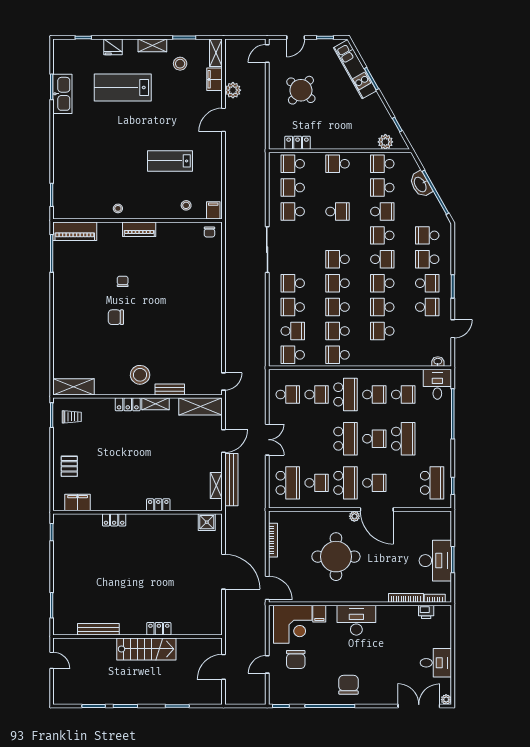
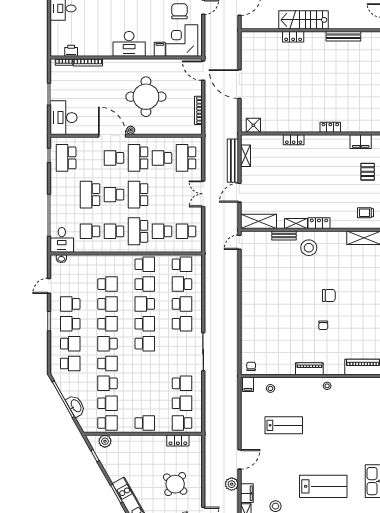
school desk: (293, 164) -> (182, 423), turned 180
school desk: (338, 211) -> (145, 383), removed
school desk: (338, 307) -> (145, 304), turned 180
desk: (435, 561) -> (63, 118), moved

